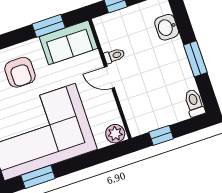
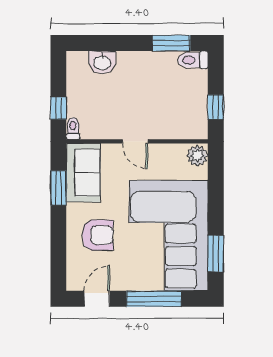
toilet: (114, 56) -> (73, 128), moved
window: (195, 59) -> (171, 43), moved
door: (109, 77) -> (135, 141), hinge flipped

